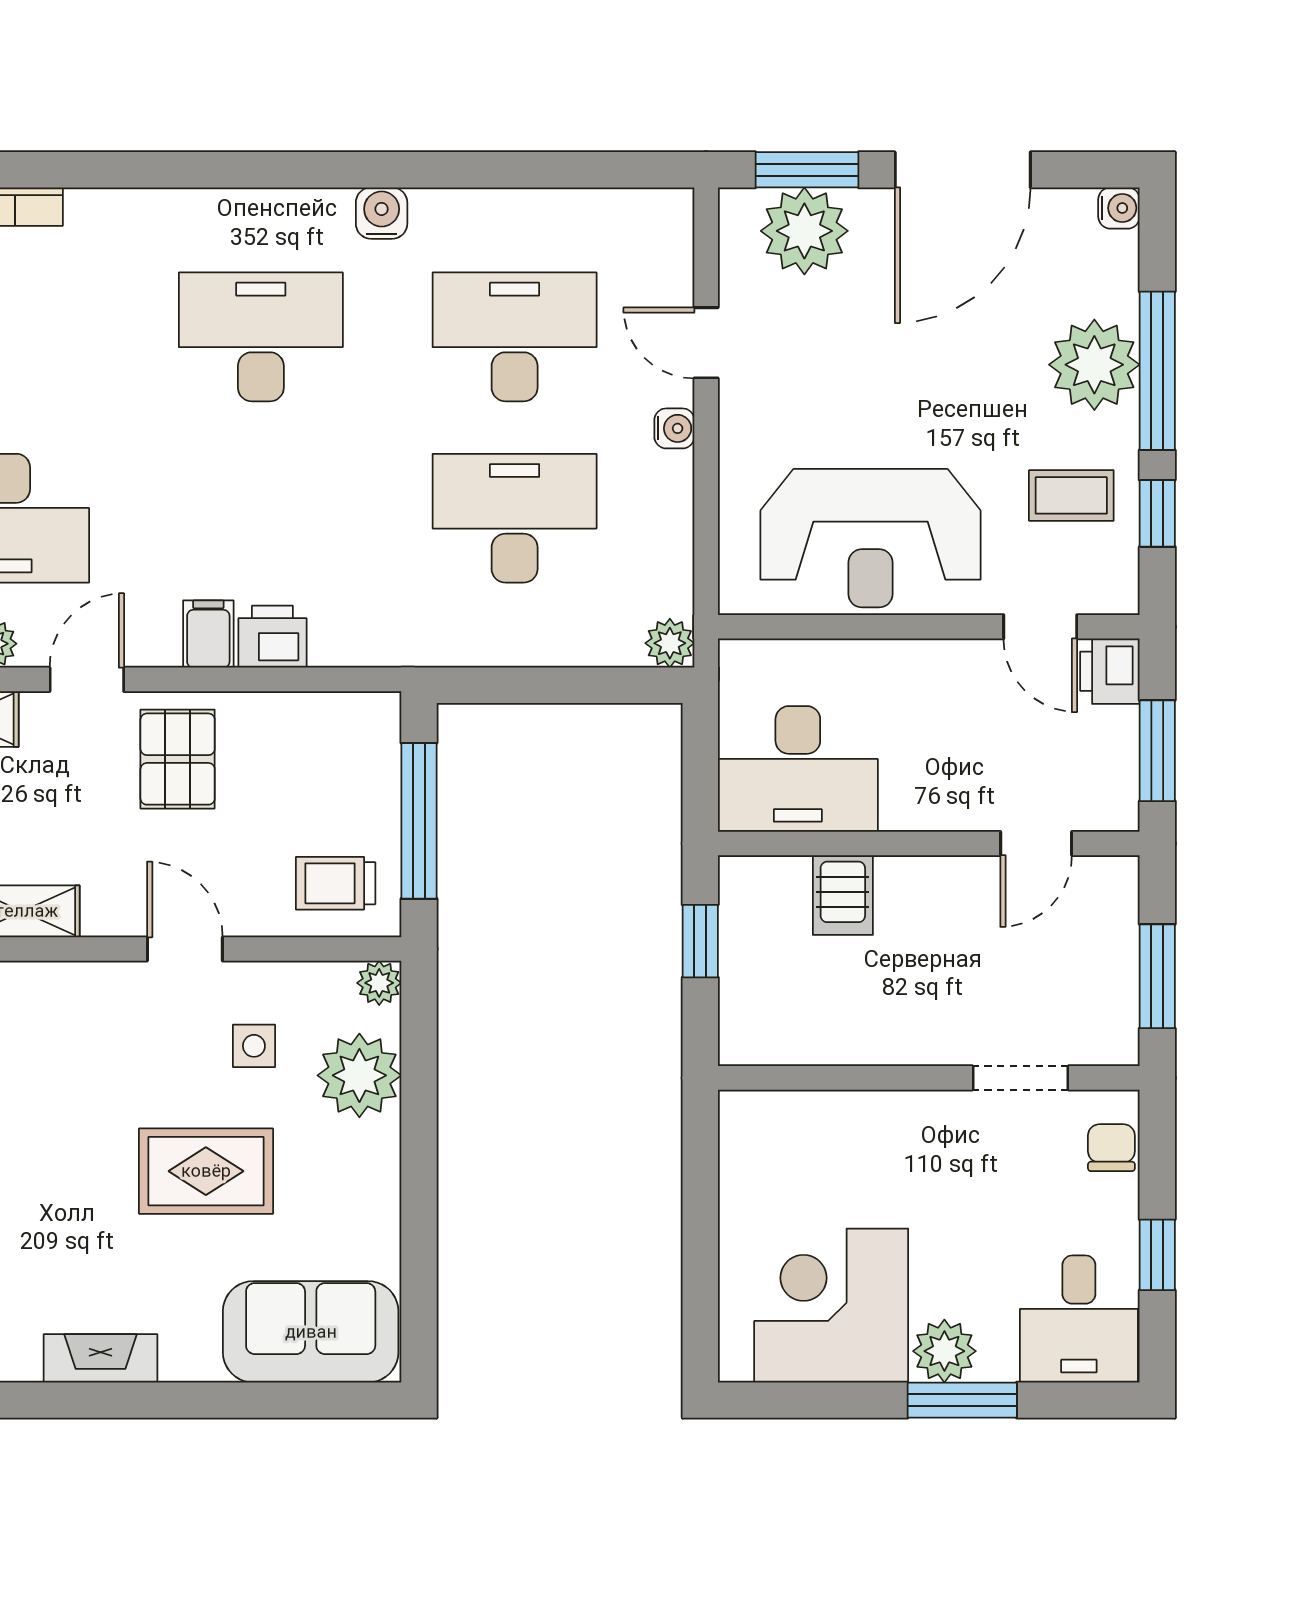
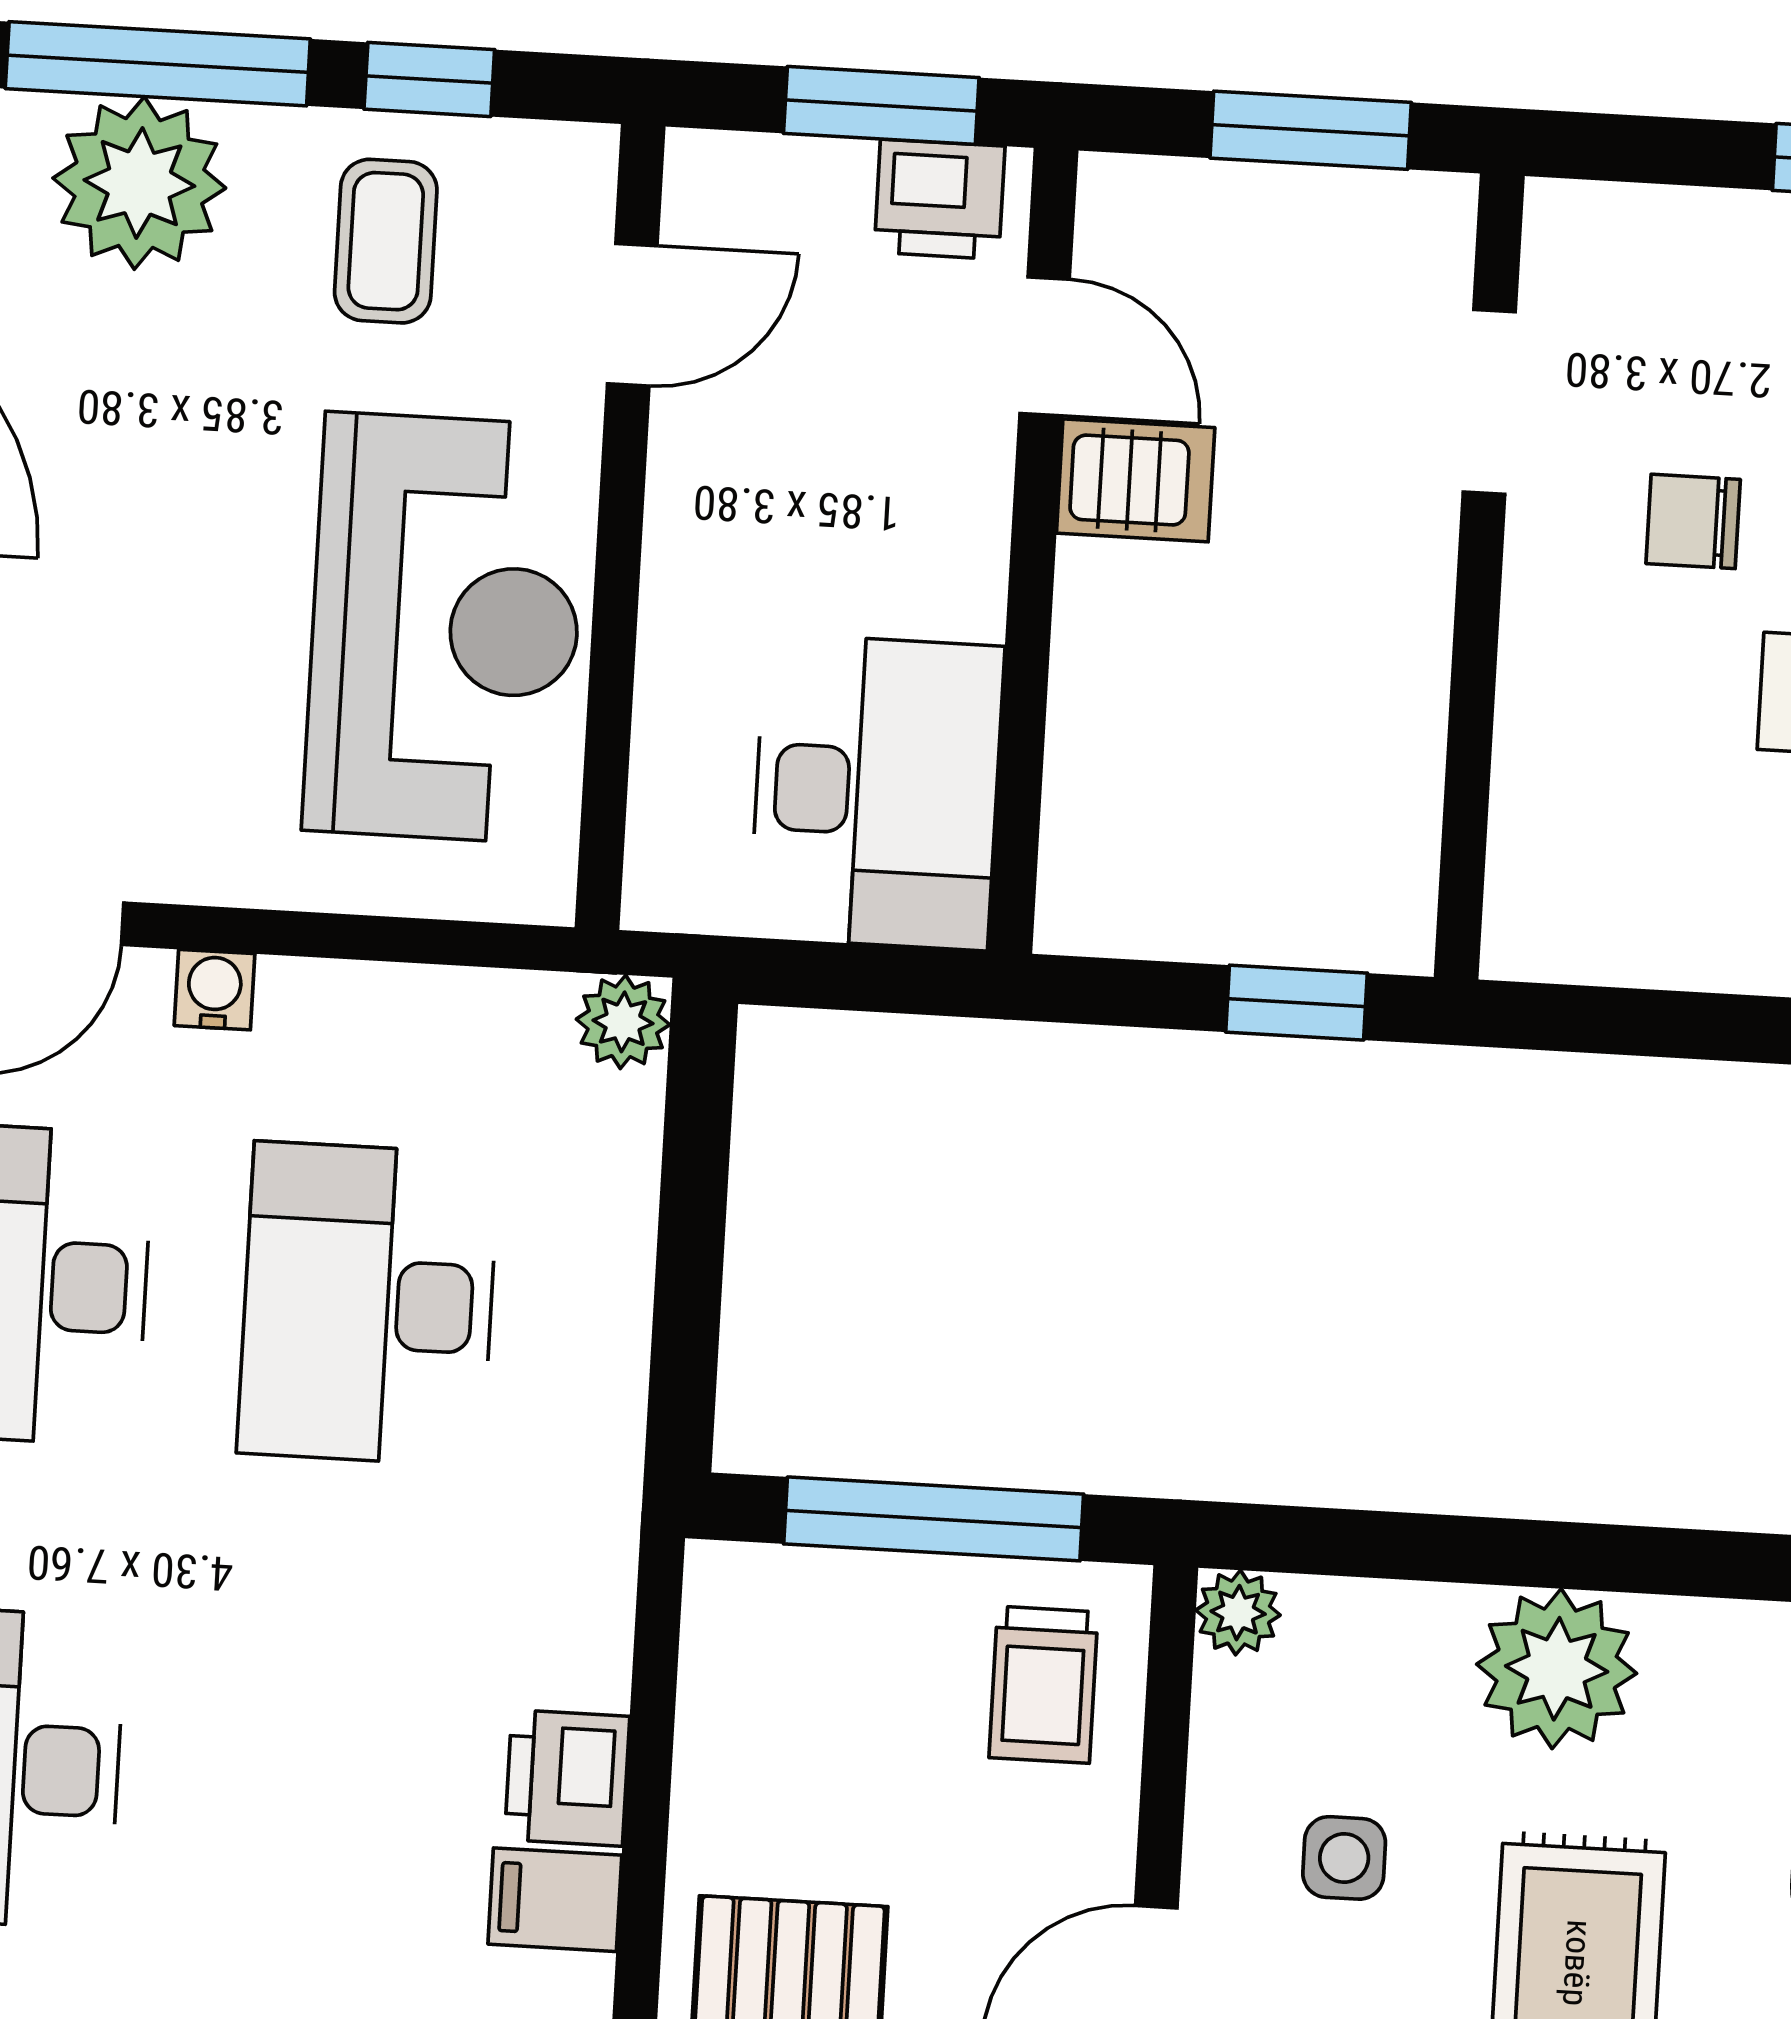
printer: (1110, 671) -> (940, 199), moved
server rack: (843, 895) -> (1136, 480), moved
window: (700, 941) -> (1297, 1003), moved
plant: (359, 1075) -> (1557, 1669), moved
chair: (1111, 1148) -> (1693, 521), moved

